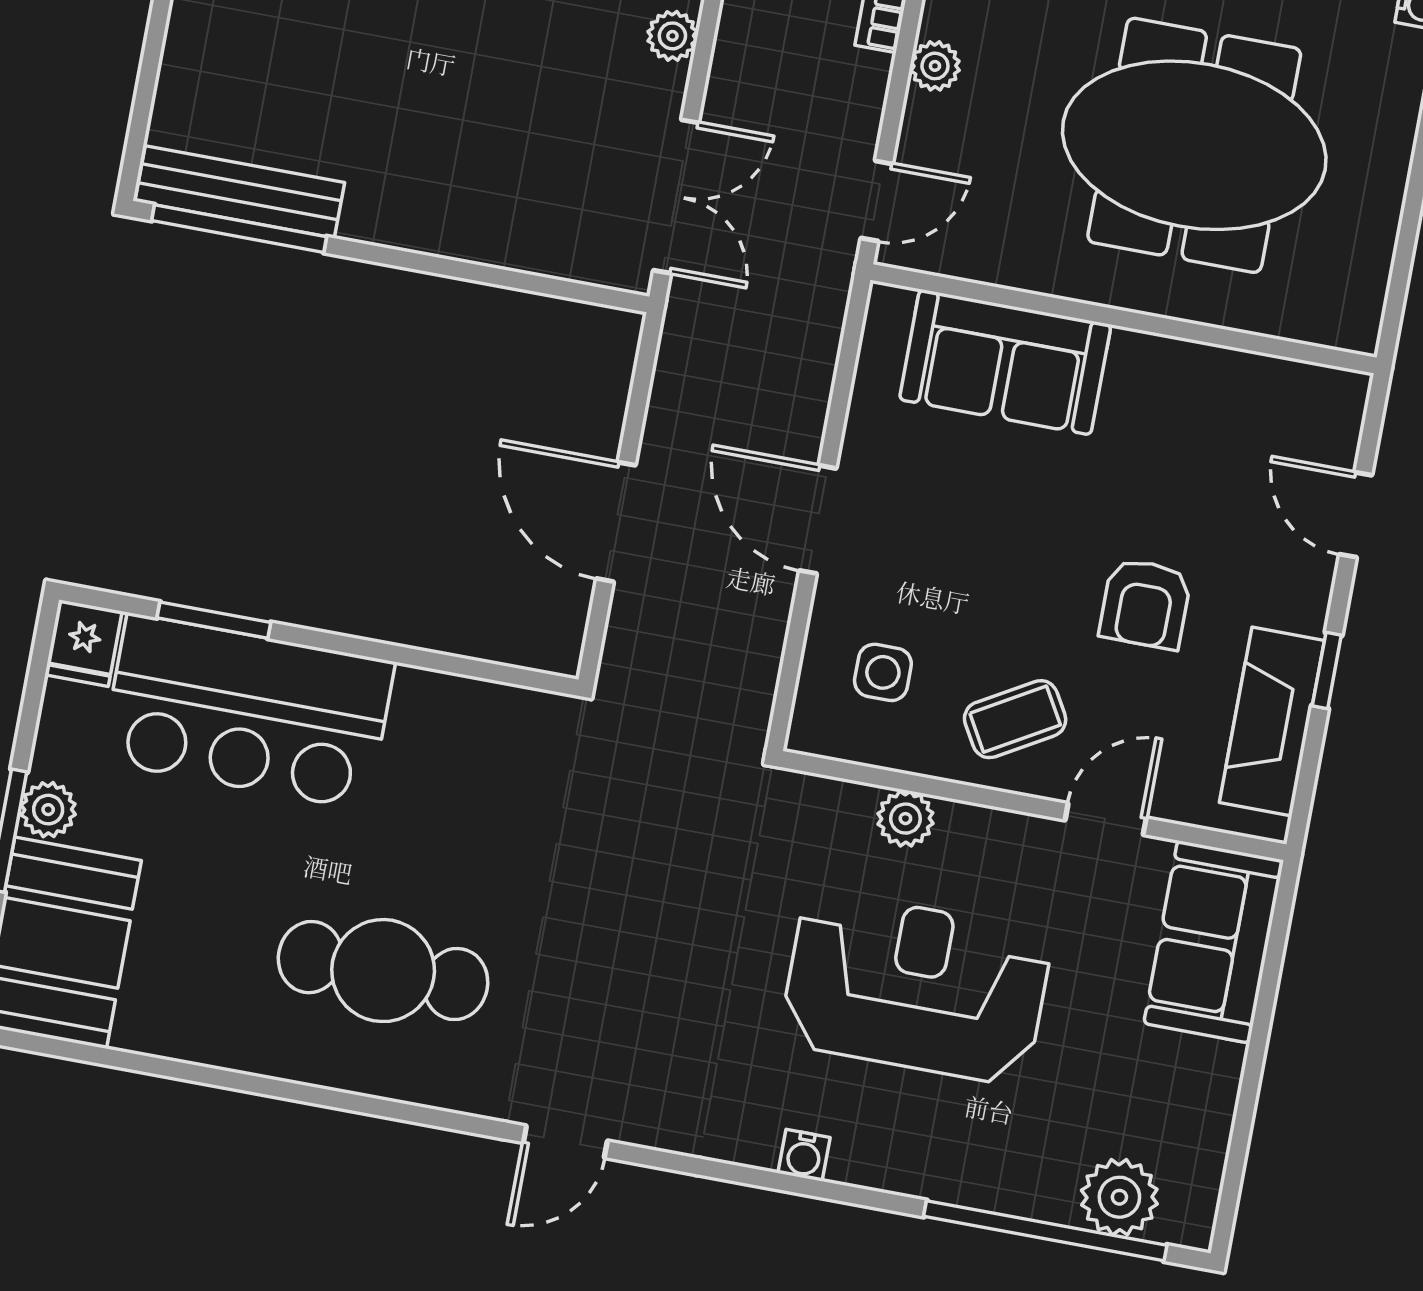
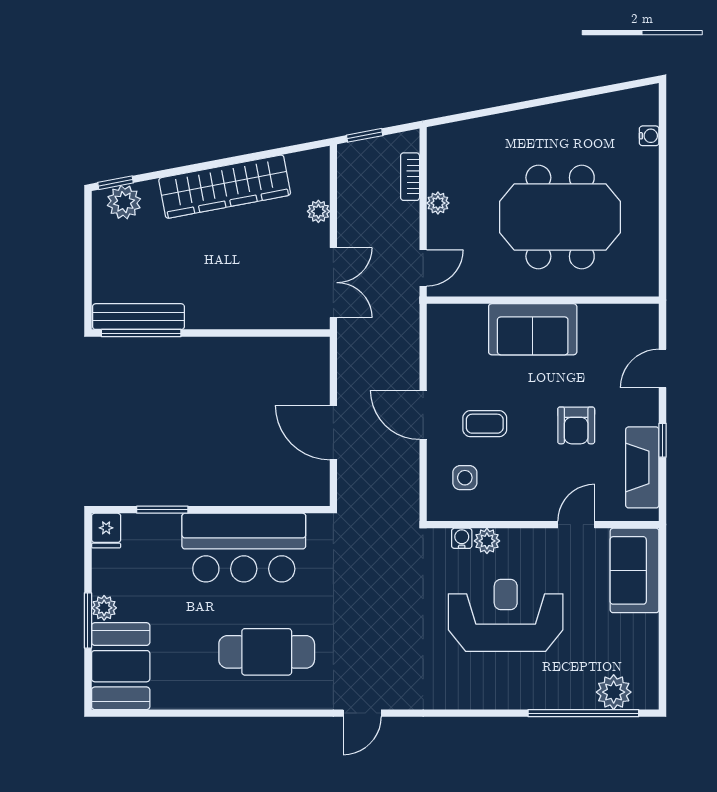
sofa: (1005, 362) -> (533, 329), moved
door: (1356, 515) -> (663, 368), hinge flipped
bar counter: (248, 712) -> (244, 548), moved
coffee table: (1015, 719) -> (485, 424), moved, turned 30
water cooler: (804, 1155) -> (462, 538), moved, turned 180

